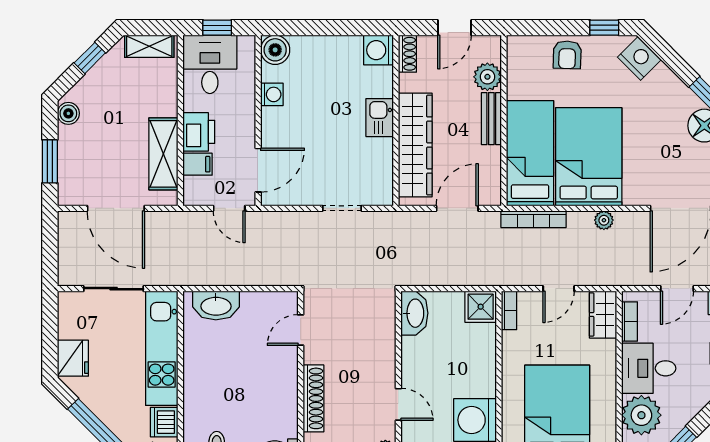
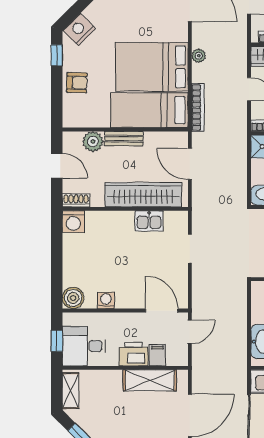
kitchen sink: (380, 118) -> (149, 221), moved

